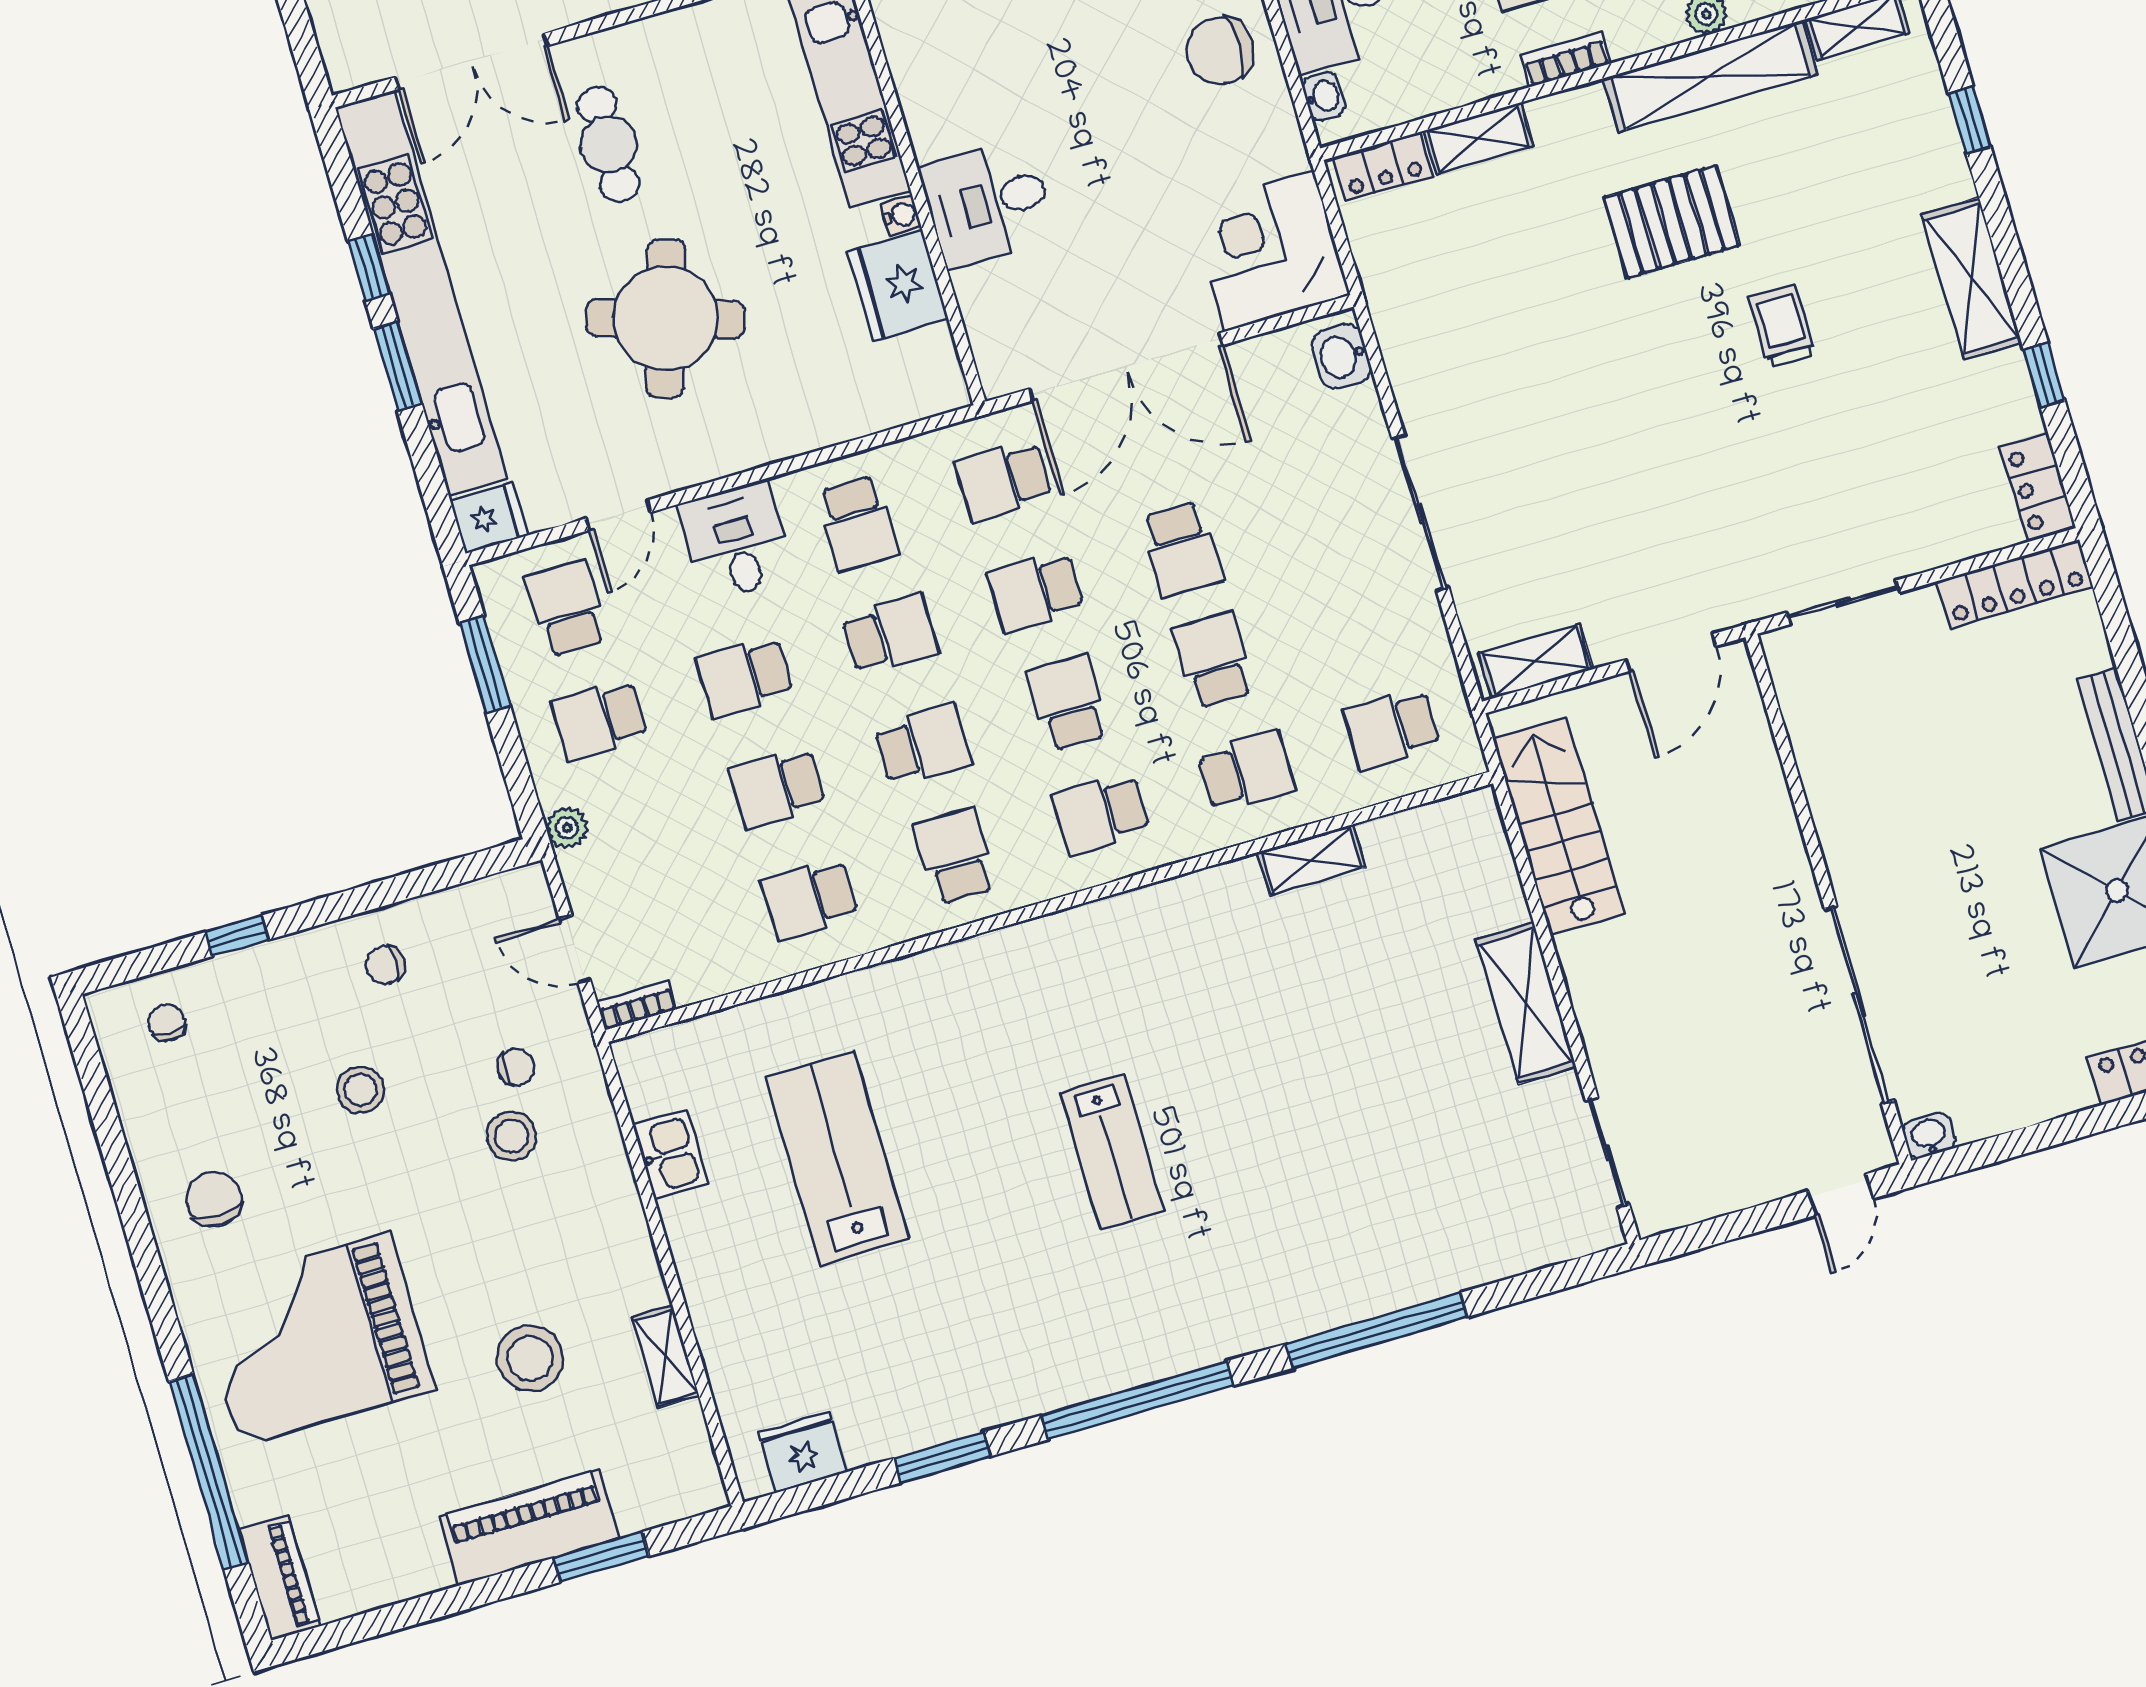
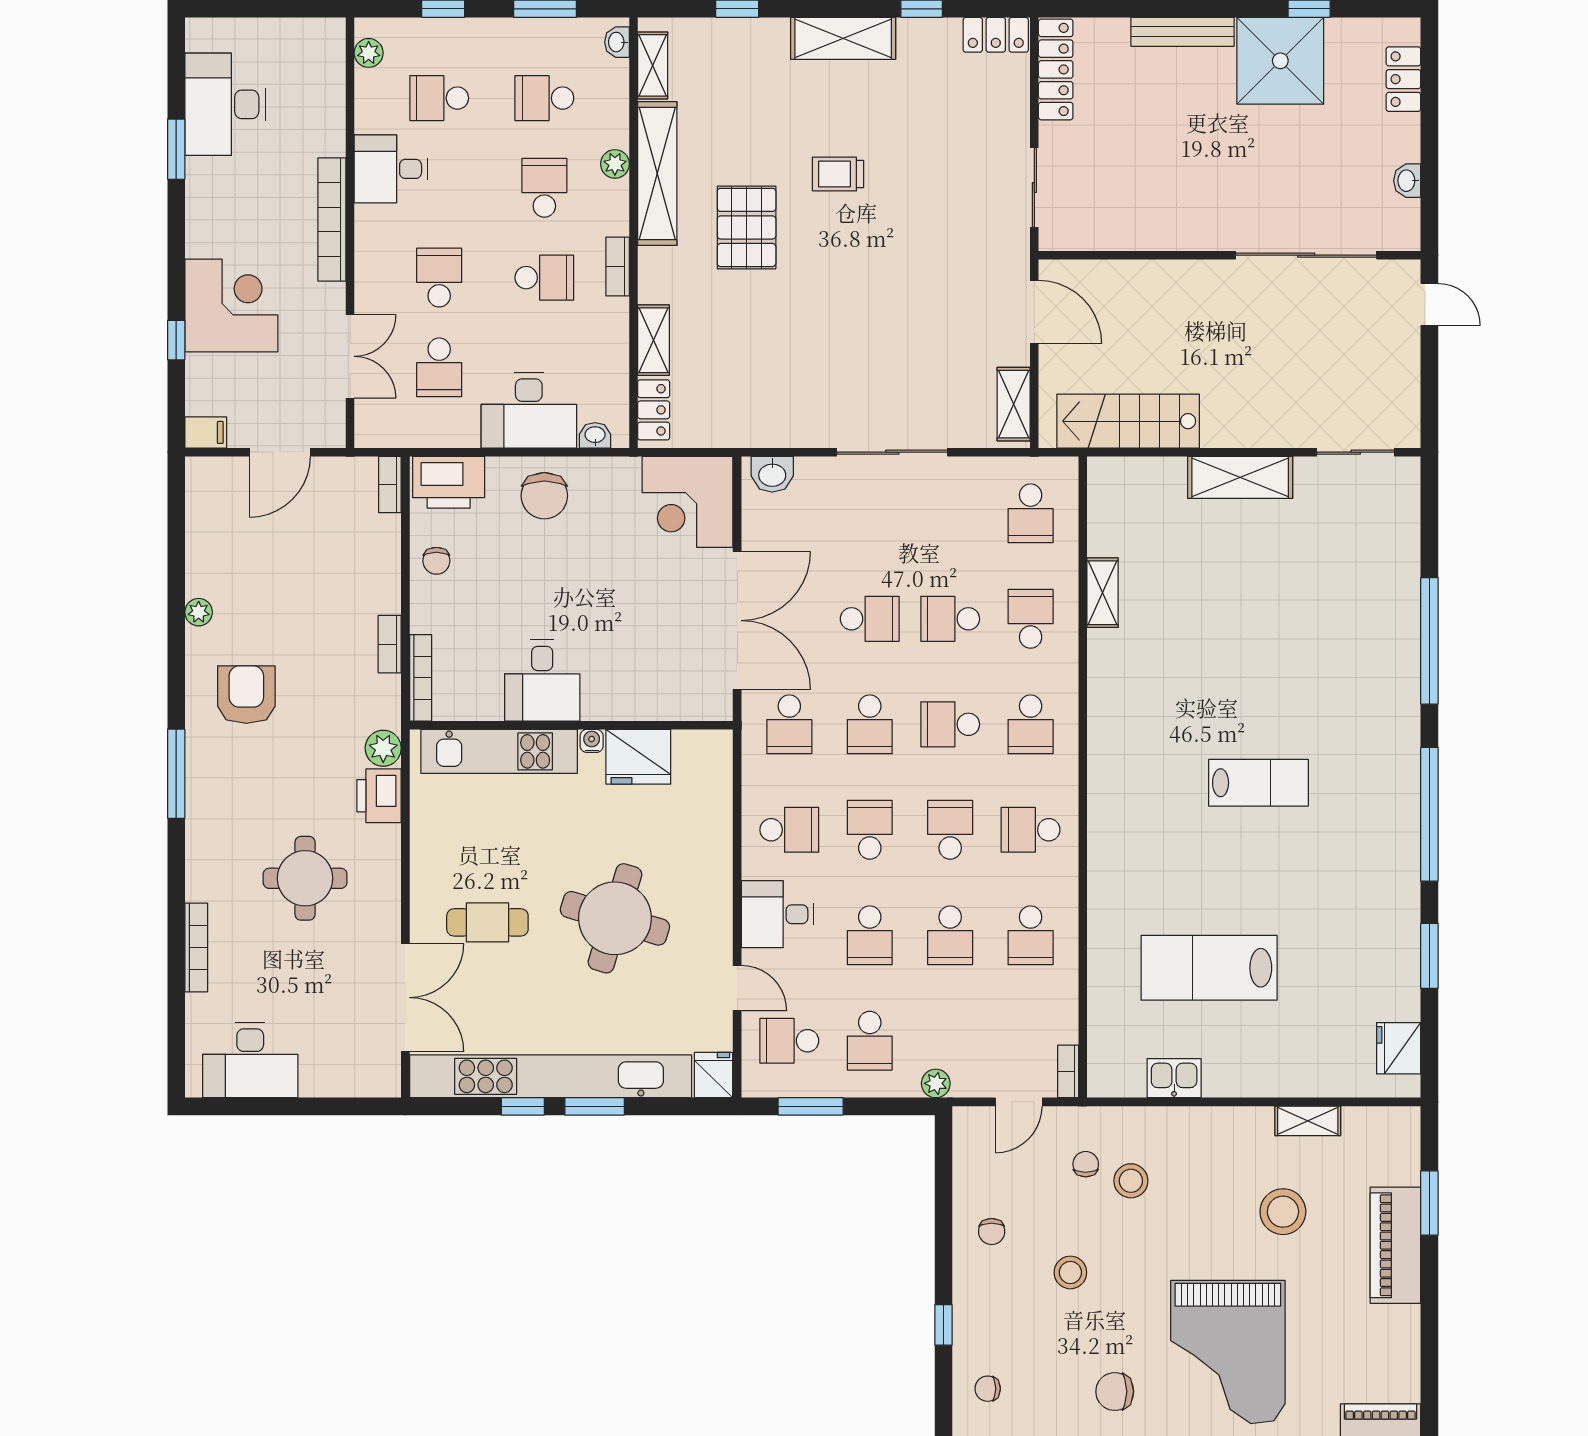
desk: (988, 203) -> (542, 680), moved
washbasin: (1929, 1136) -> (1407, 181), moved

